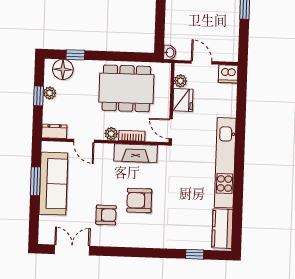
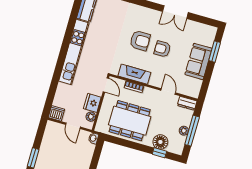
floor lamp: (63, 69) -> (160, 142), moved
window: (38, 96) -> (192, 131), width x2.17
plant: (111, 134) -> (148, 92), removed
window: (35, 181) -> (215, 52), moved
sofa: (53, 184) -> (198, 61), width x0.73
armchair: (106, 215) -> (162, 49), moved
double door: (72, 250) -> (175, 12), moved

